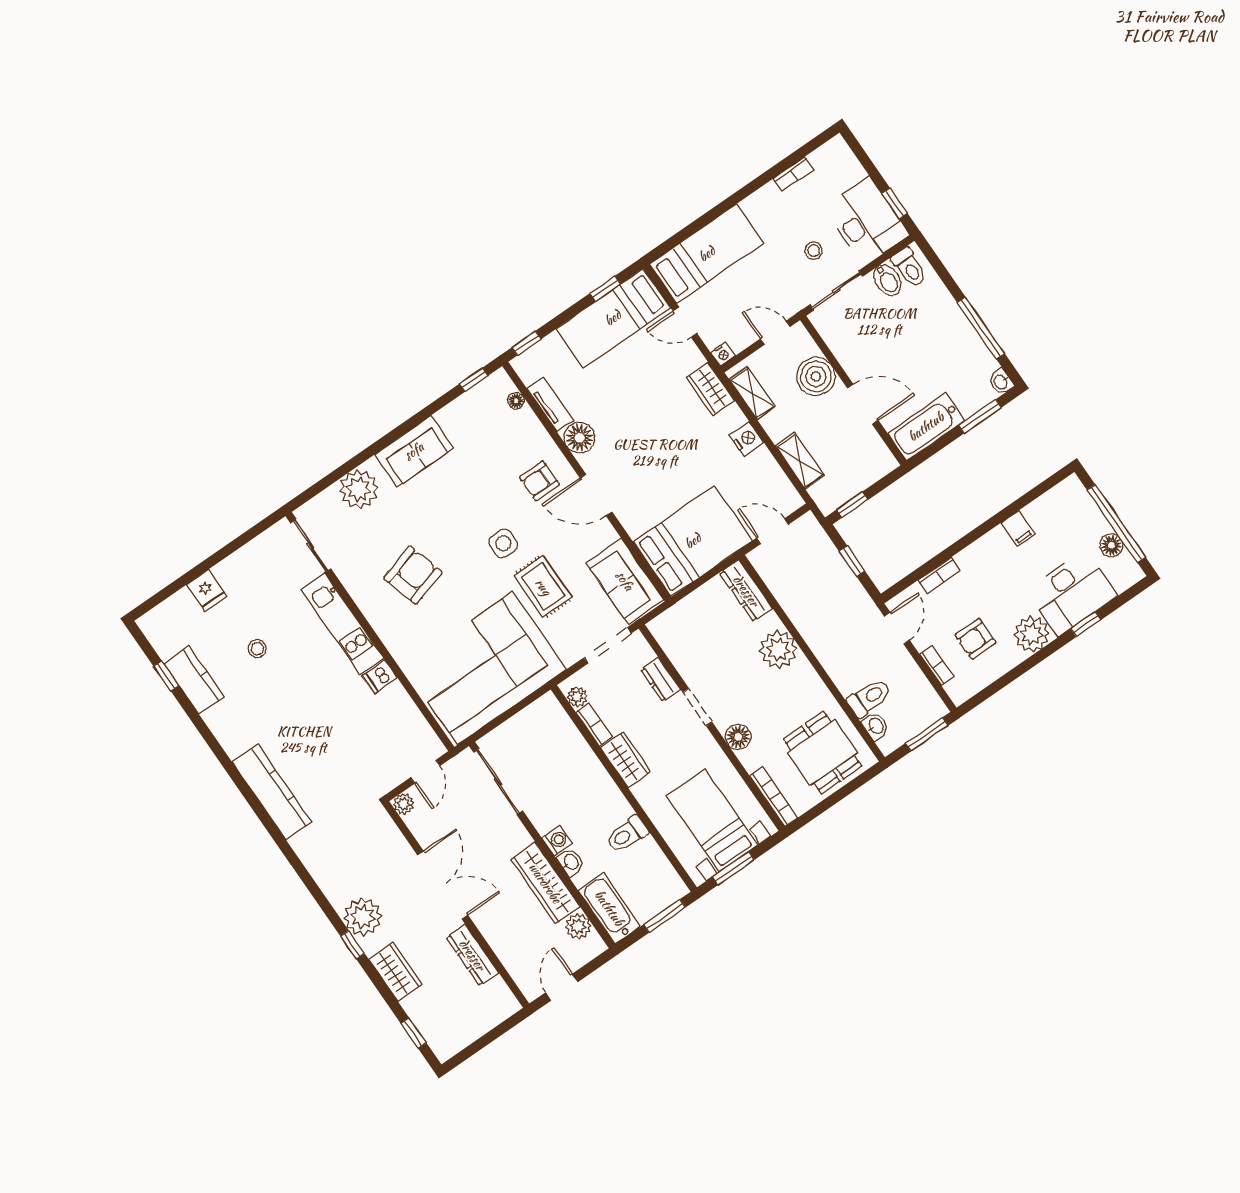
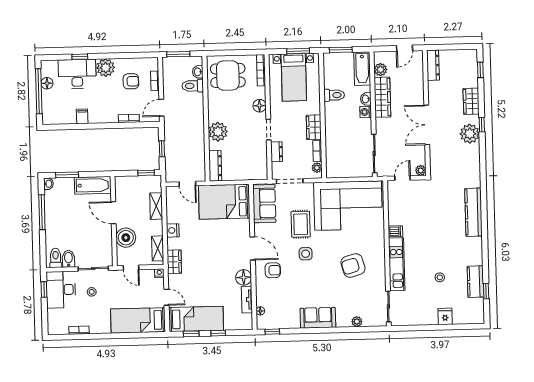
window: (526, 343) -> (218, 333), moved
plant: (359, 489) -> (357, 322), width x0.53, depth x0.53
dining table: (823, 753) -> (228, 75), turned 90
dresser: (472, 955) -> (433, 65), moved

